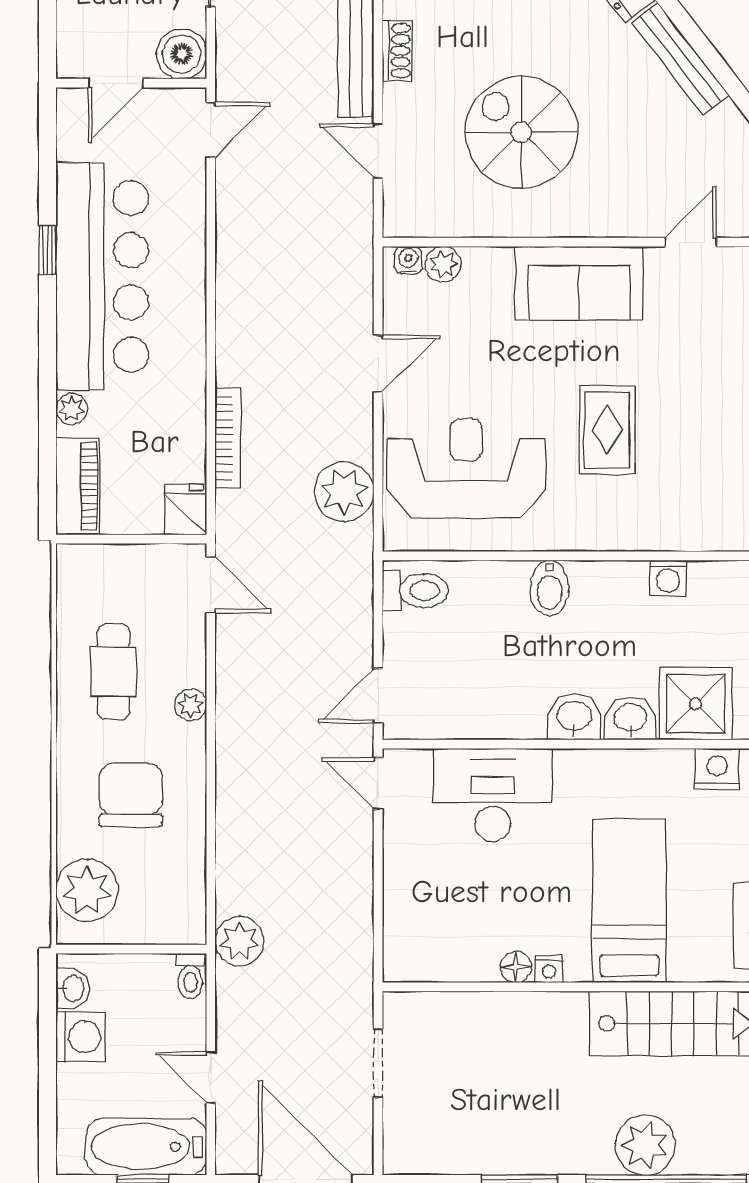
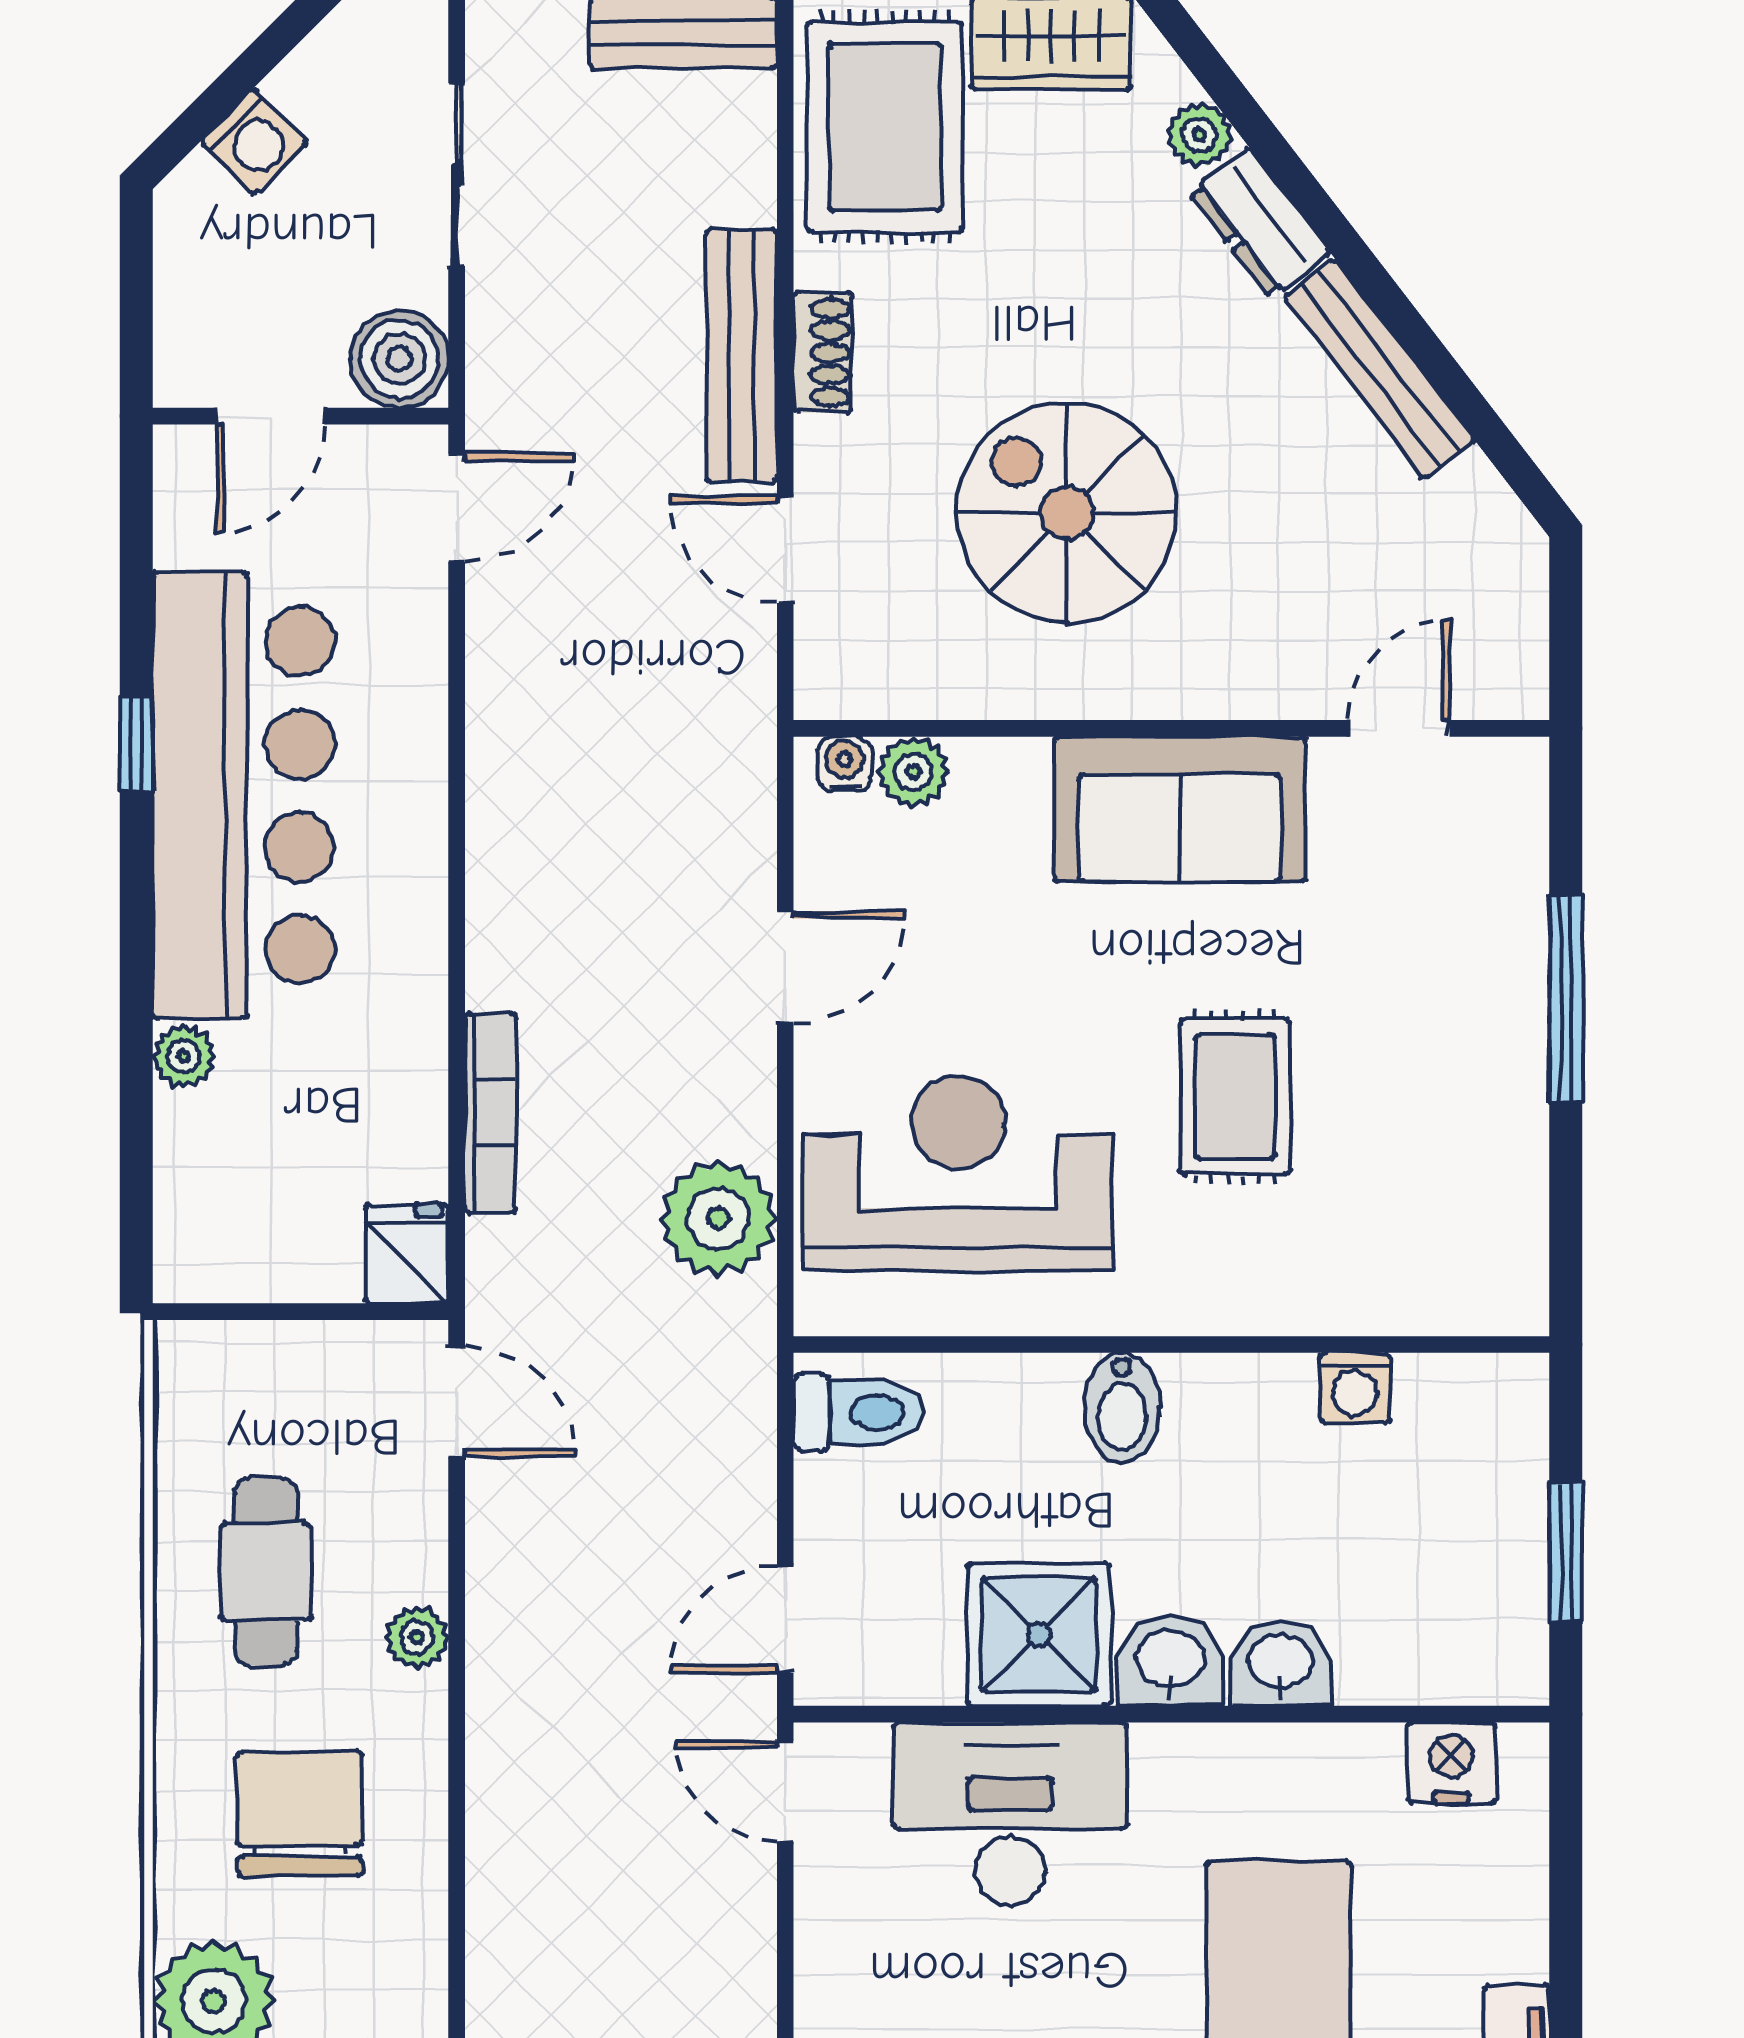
piano: (78, 486) -> (195, 1208), removed
shower: (696, 704) -> (1039, 1634), moved

